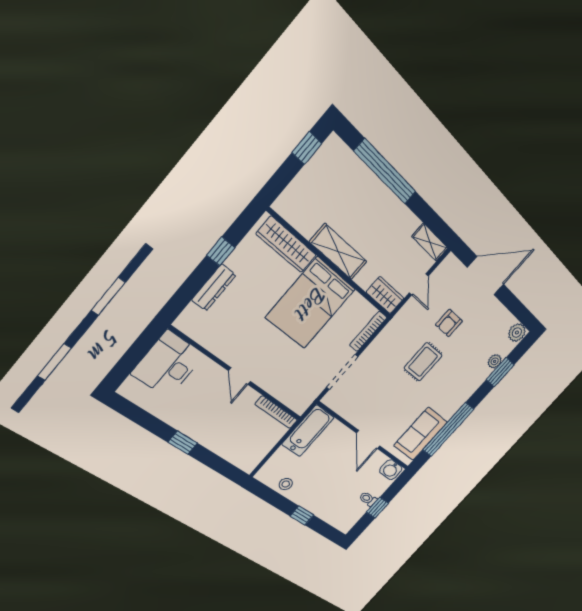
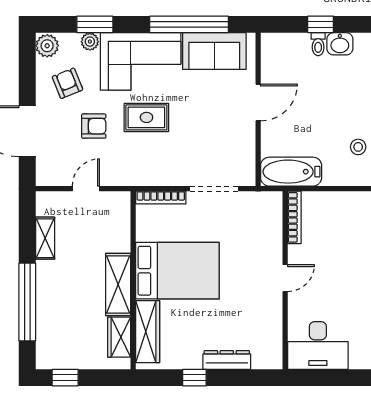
shelving: (430, 242) -> (45, 238), moved
wardrobe: (385, 295) -> (119, 337), moved
armchair: (487, 327) -> (67, 83), added
corner sofa: (456, 384) -> (141, 61), added
washbasin: (391, 470) -> (340, 44), moved, turned 90

